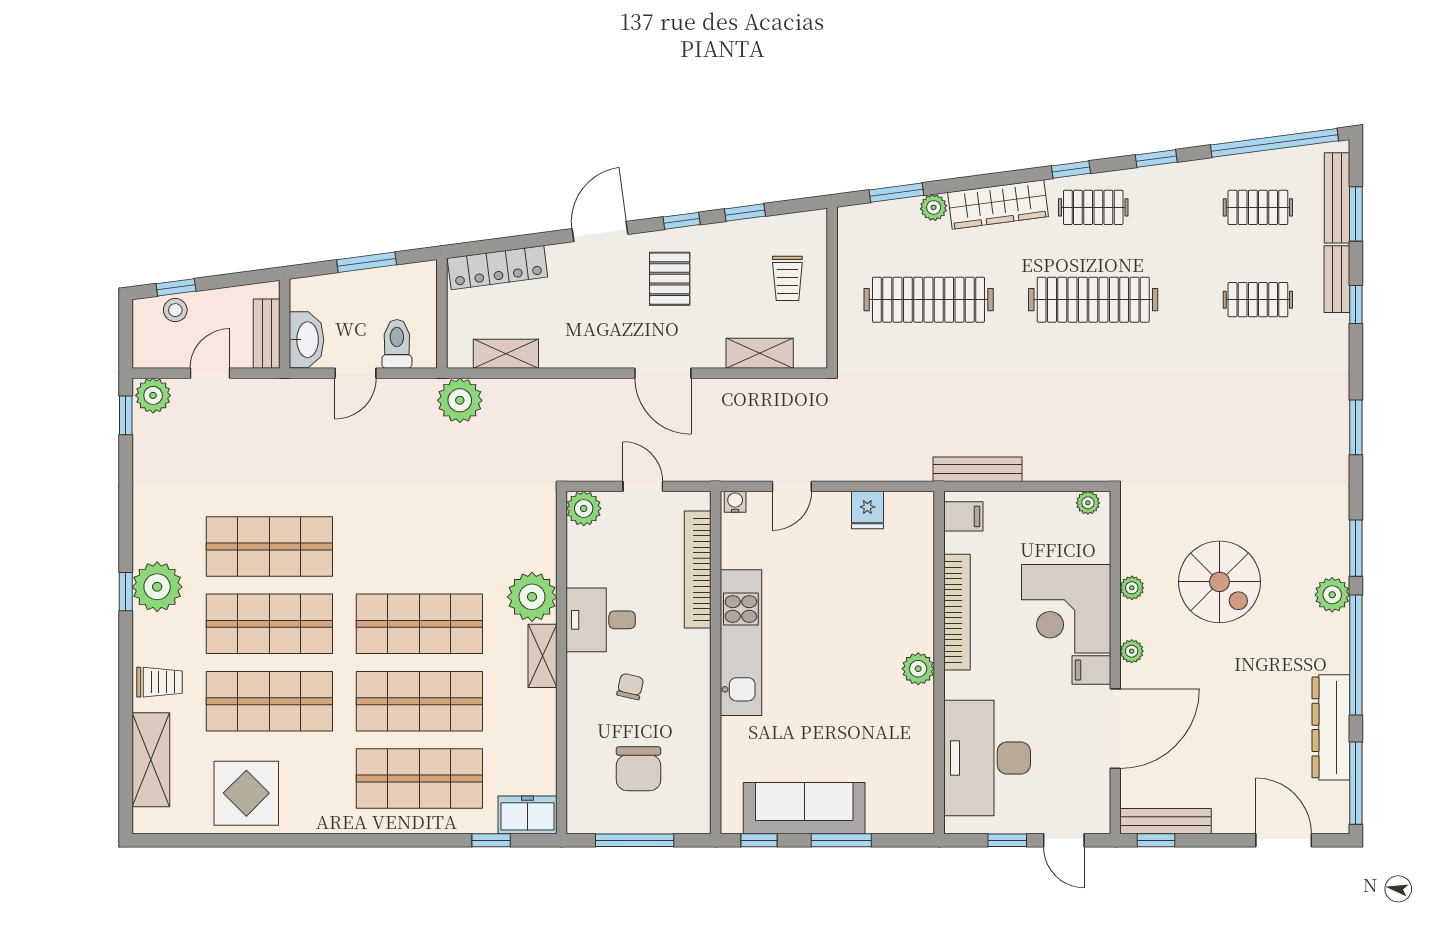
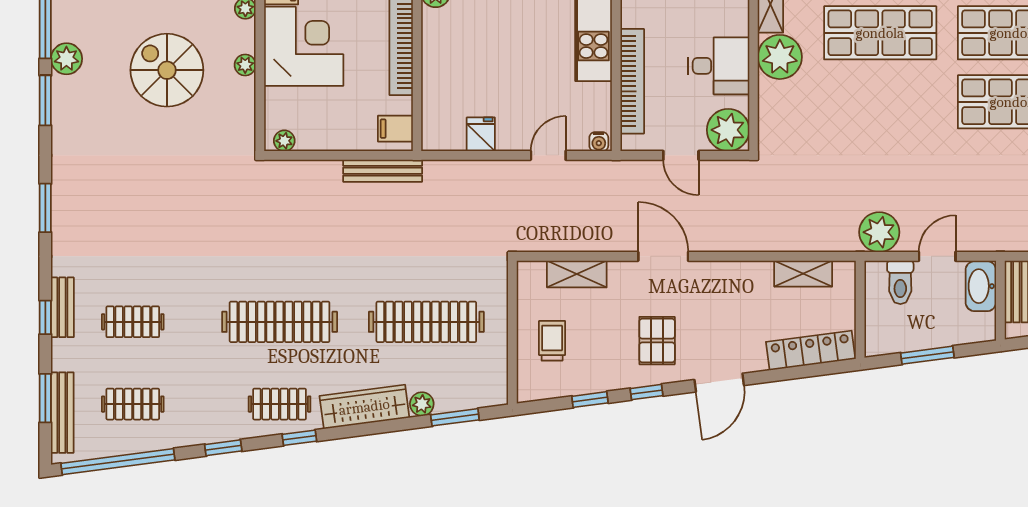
bench: (1337, 279) -> (62, 307), moved
plant: (460, 400) -> (879, 232), moved
plant: (584, 508) -> (728, 130), width x1.36, depth x1.36
desk: (601, 620) -> (719, 66), moved

